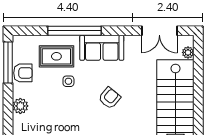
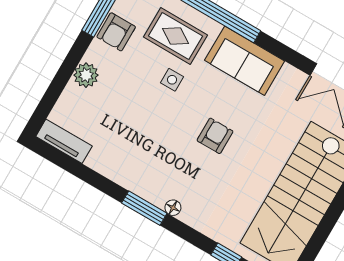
armchair: (23, 73) -> (116, 32), turned 90
armchair: (110, 98) -> (215, 136), turned -40

